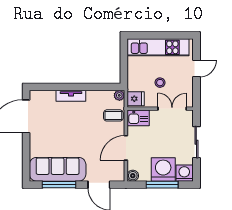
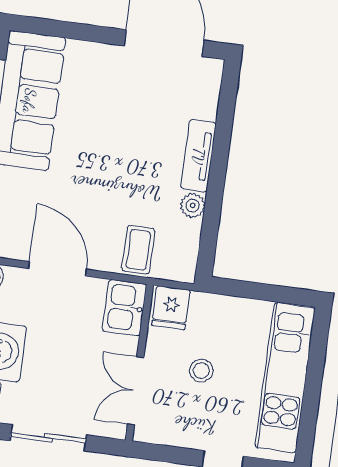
plant: (119, 95) -> (193, 205), moved
double door: (172, 109) -> (136, 391), swing flipped

